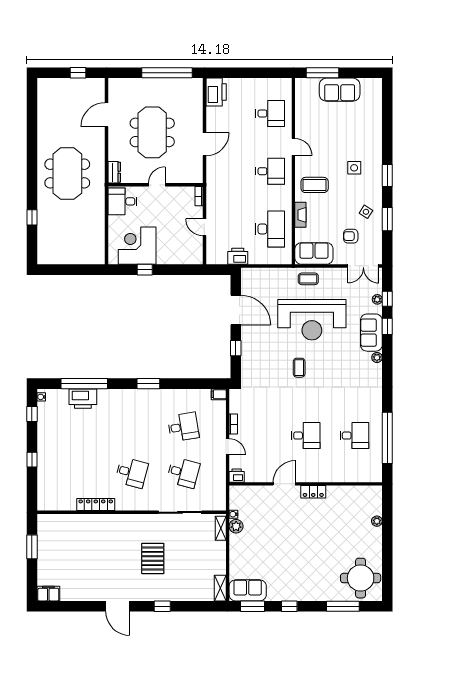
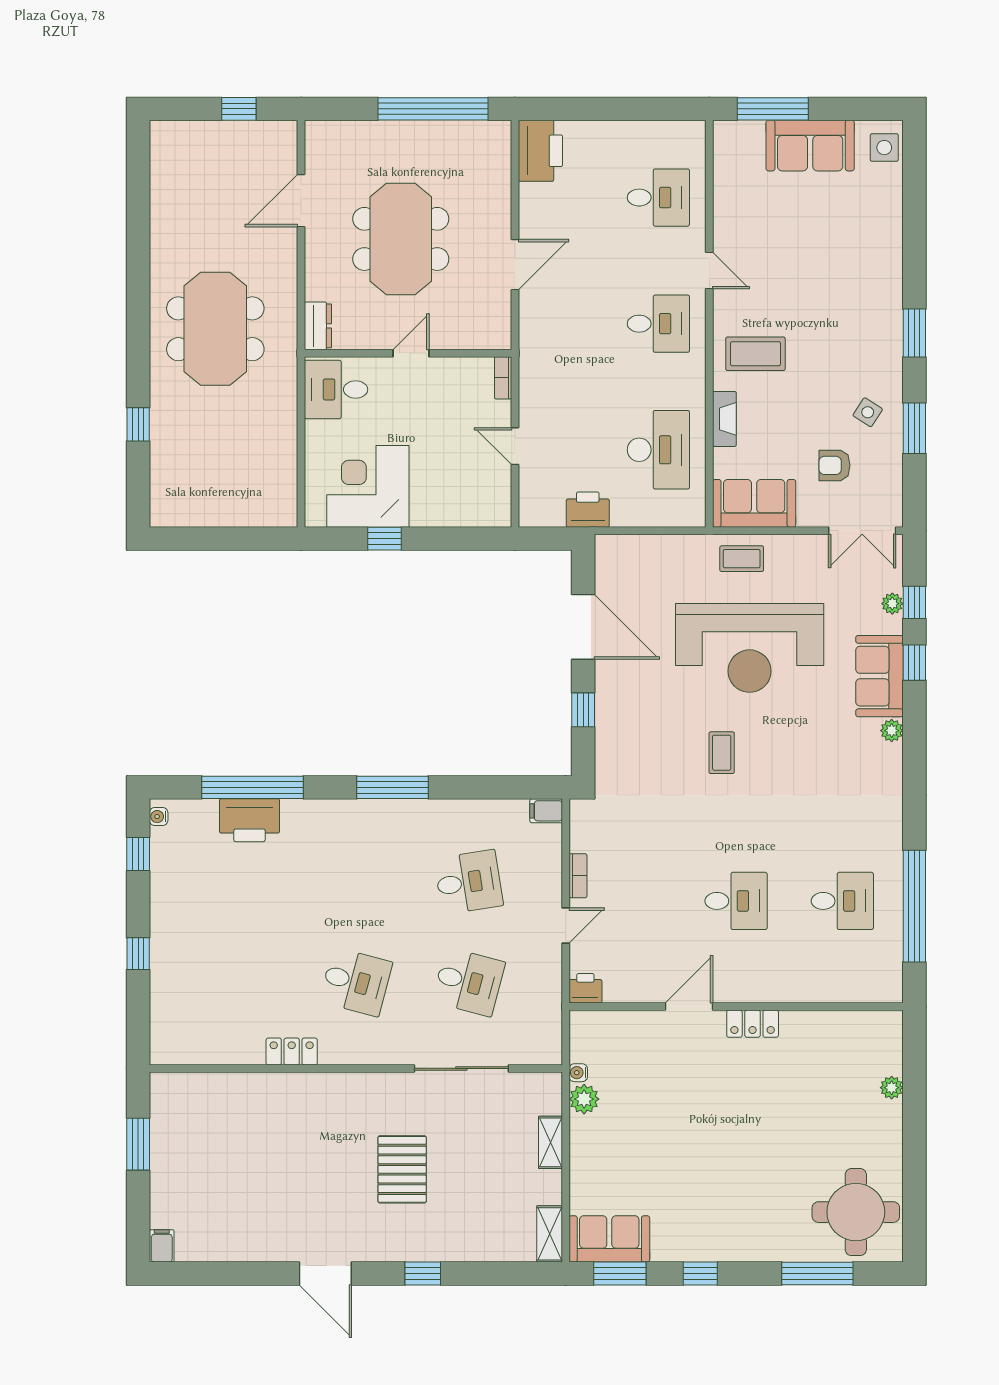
side table: (354, 168) -> (884, 148), moved
window: (148, 384) -> (393, 787), width x1.44
door: (228, 447) -> (566, 925), hinge flipped
locker: (96, 505) -> (292, 1052), width x0.66
shelving: (221, 528) -> (550, 1142), moved
filing cabinet: (48, 594) -> (162, 1246), width x0.50

